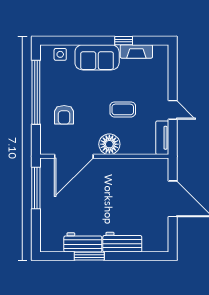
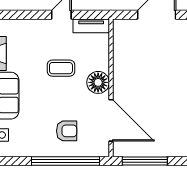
window: (36, 92) -> (65, 161), moved
coffee table: (123, 109) -> (61, 68), turned 90

